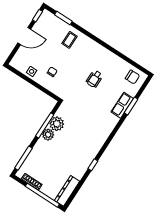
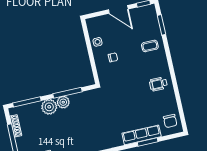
wheelchair: (94, 79) -> (158, 84), moved
row of seats: (122, 105) -> (142, 135), width x1.48
plant: (57, 124) -> (49, 107), moved

